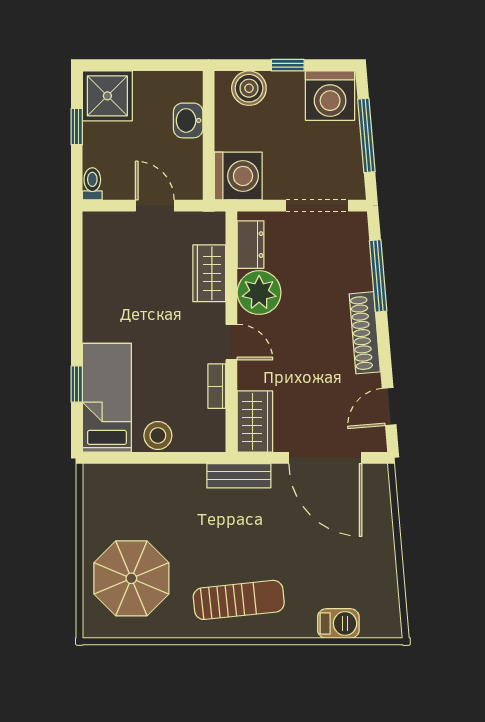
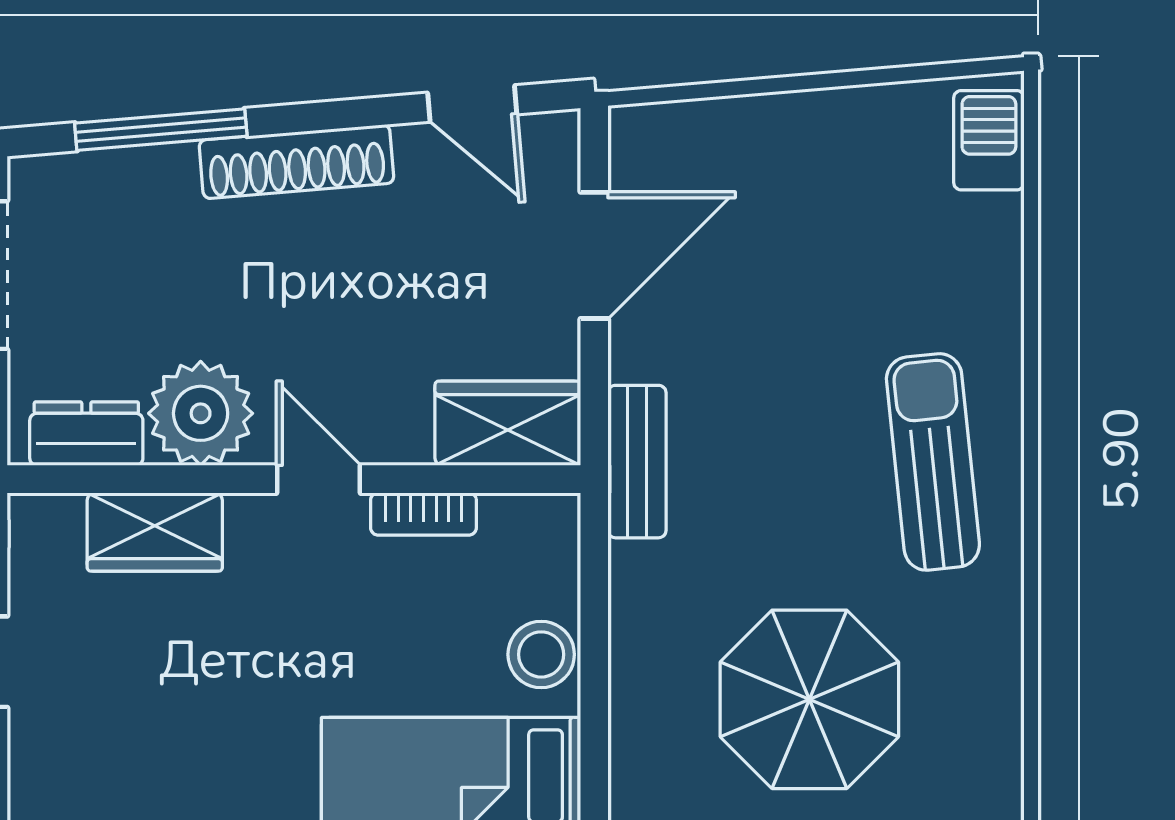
door: (231, 342) -> (318, 479), hinge flipped
door: (325, 458) -> (594, 255), width x0.73
parasol: (131, 578) -> (809, 699), moved
barbecue: (338, 623) -> (989, 140), moved

